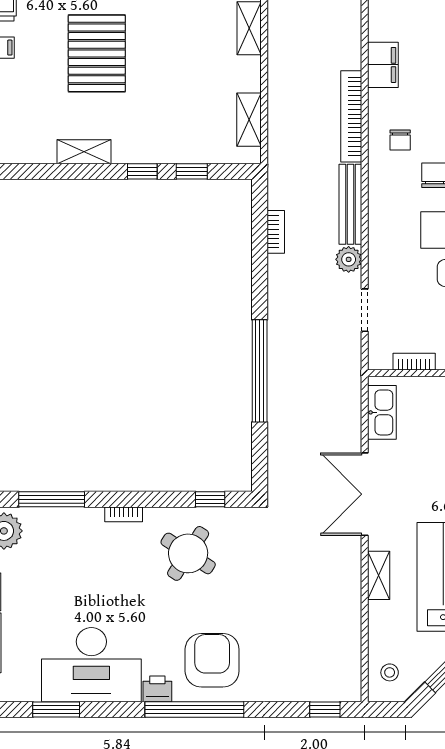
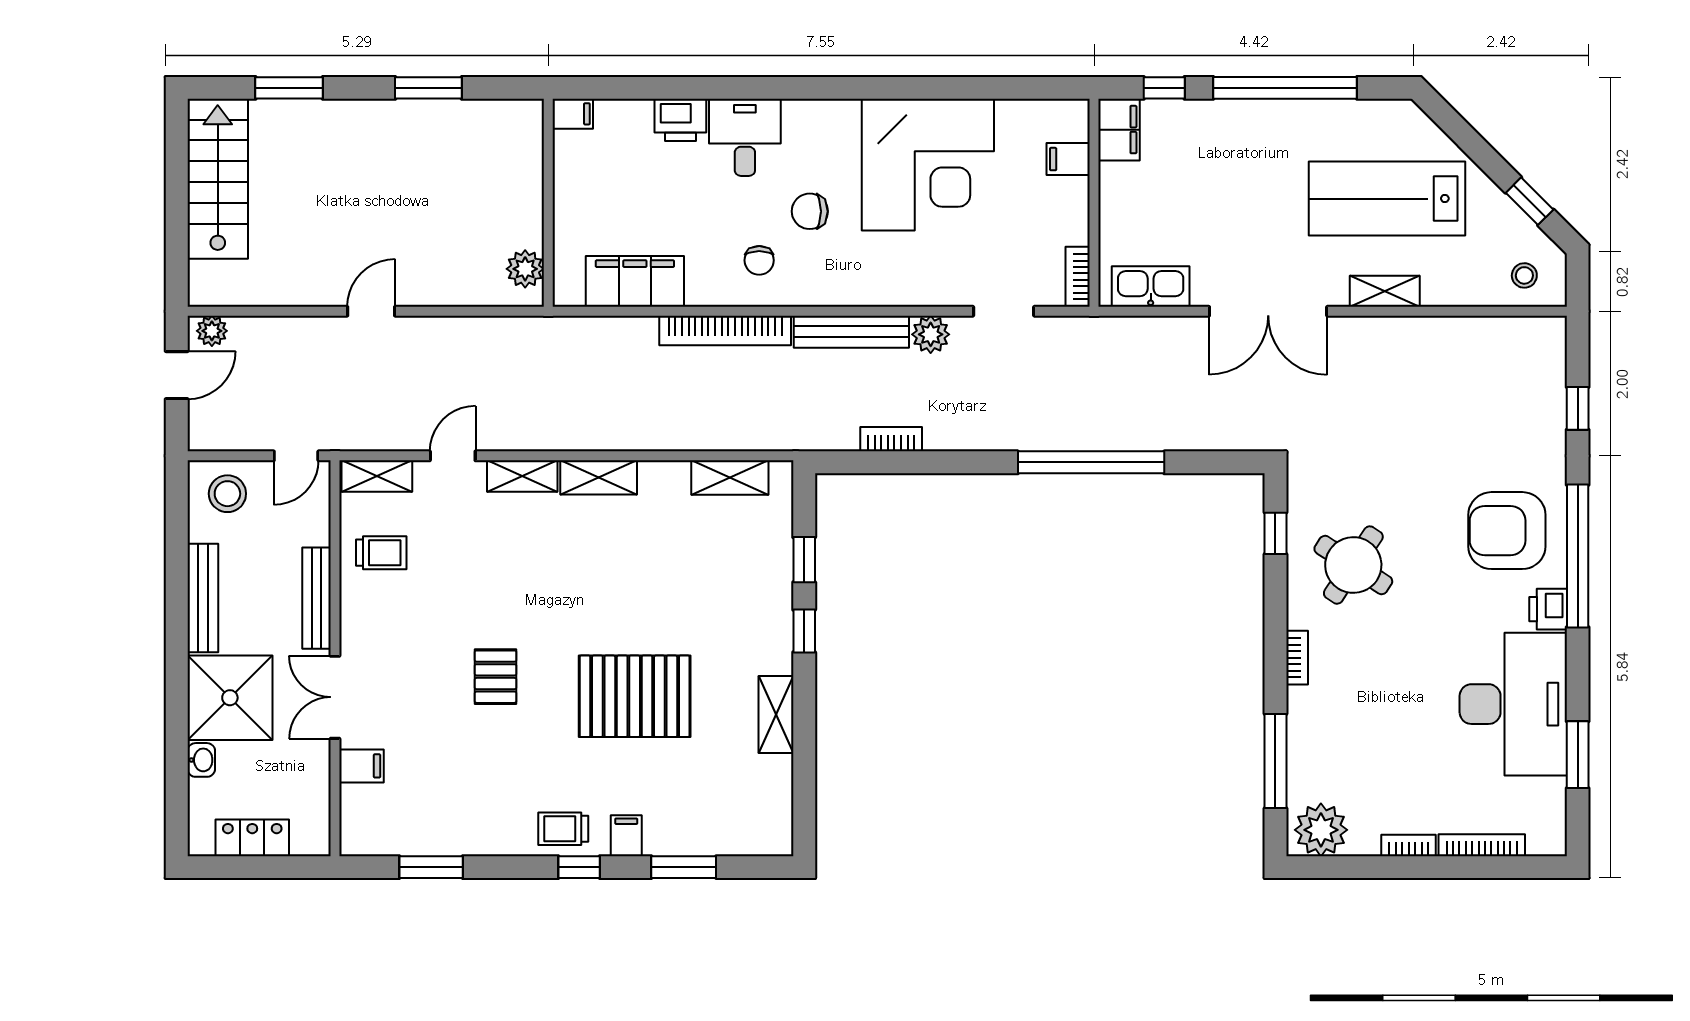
filing cabinet: (383, 65) -> (635, 281), width x1.50, depth x1.17
chair: (400, 140) -> (759, 260), turned 90
bookcase: (414, 362) -> (1078, 277), moved
window: (325, 710) -> (1578, 408), moved

